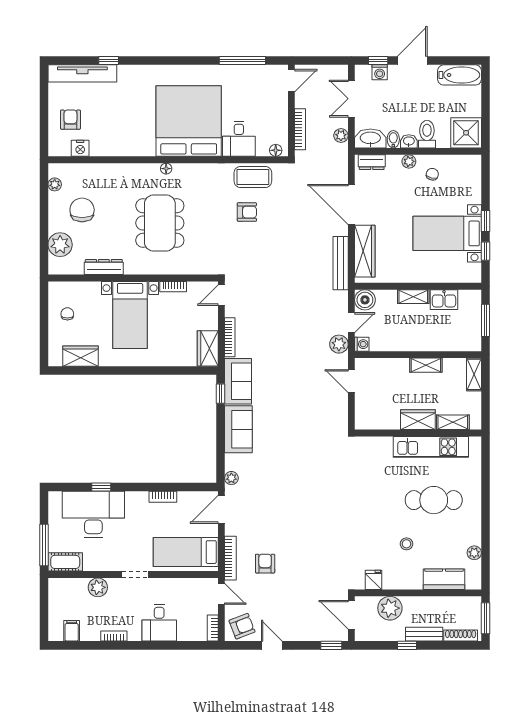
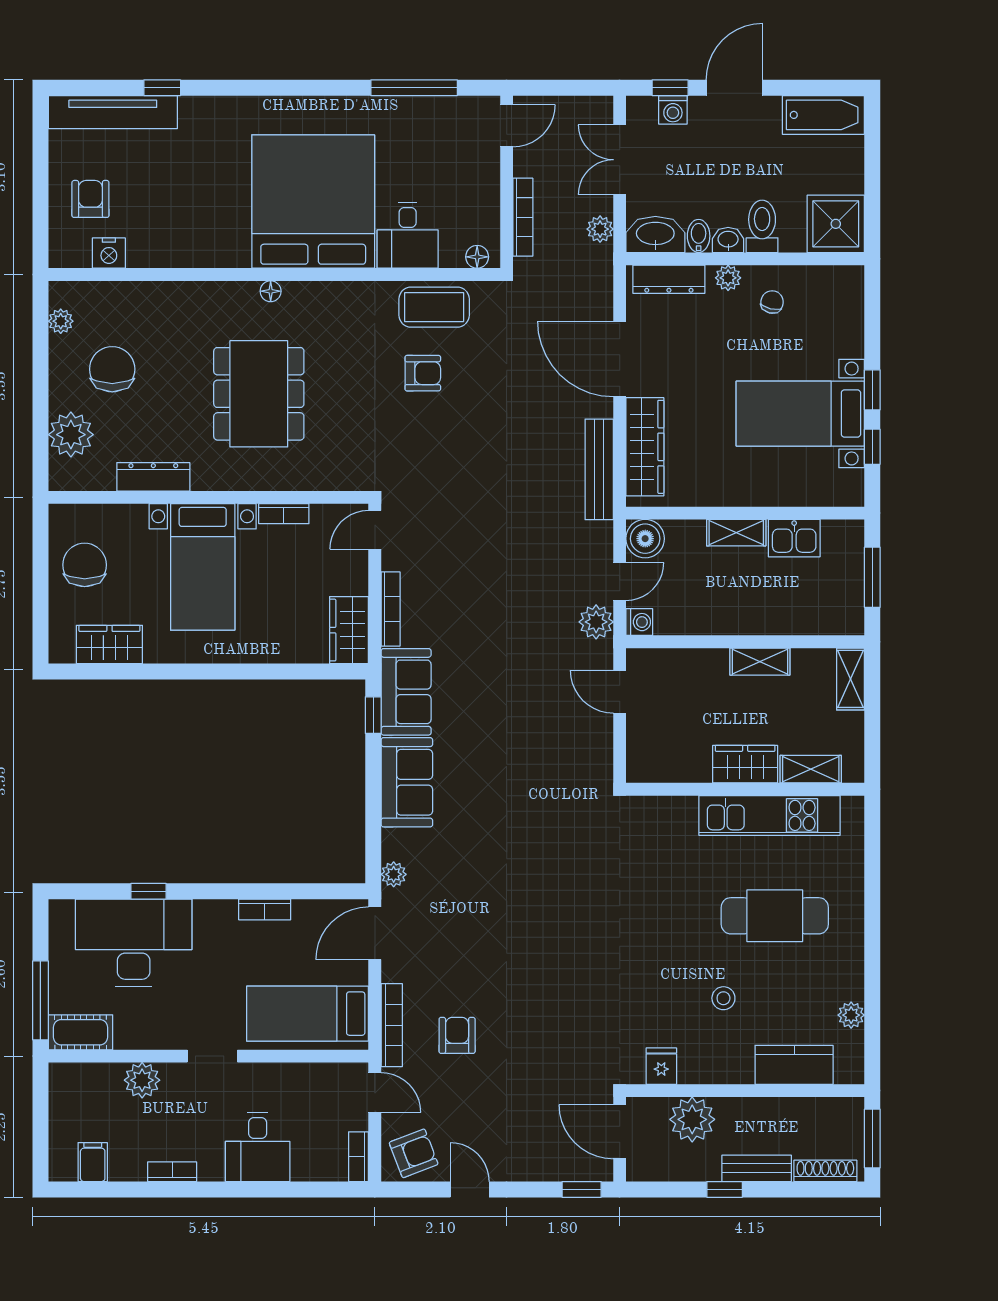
dresser: (372, 162) -> (669, 279), width x1.44
chair: (67, 314) -> (85, 565), width x1.87, depth x1.87

